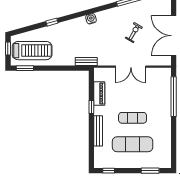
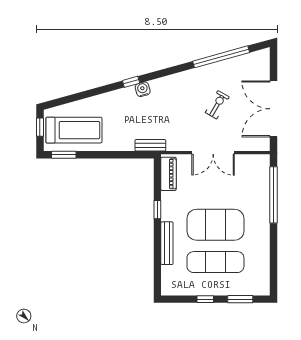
water cooler: (91, 19) -> (143, 89), moved
window: (52, 22) -> (131, 82), moved
piano: (99, 94) -> (168, 174), moved
exercise mat: (133, 118) -> (215, 225), width x2.00, depth x1.45
window: (109, 171) -> (205, 299), moved

